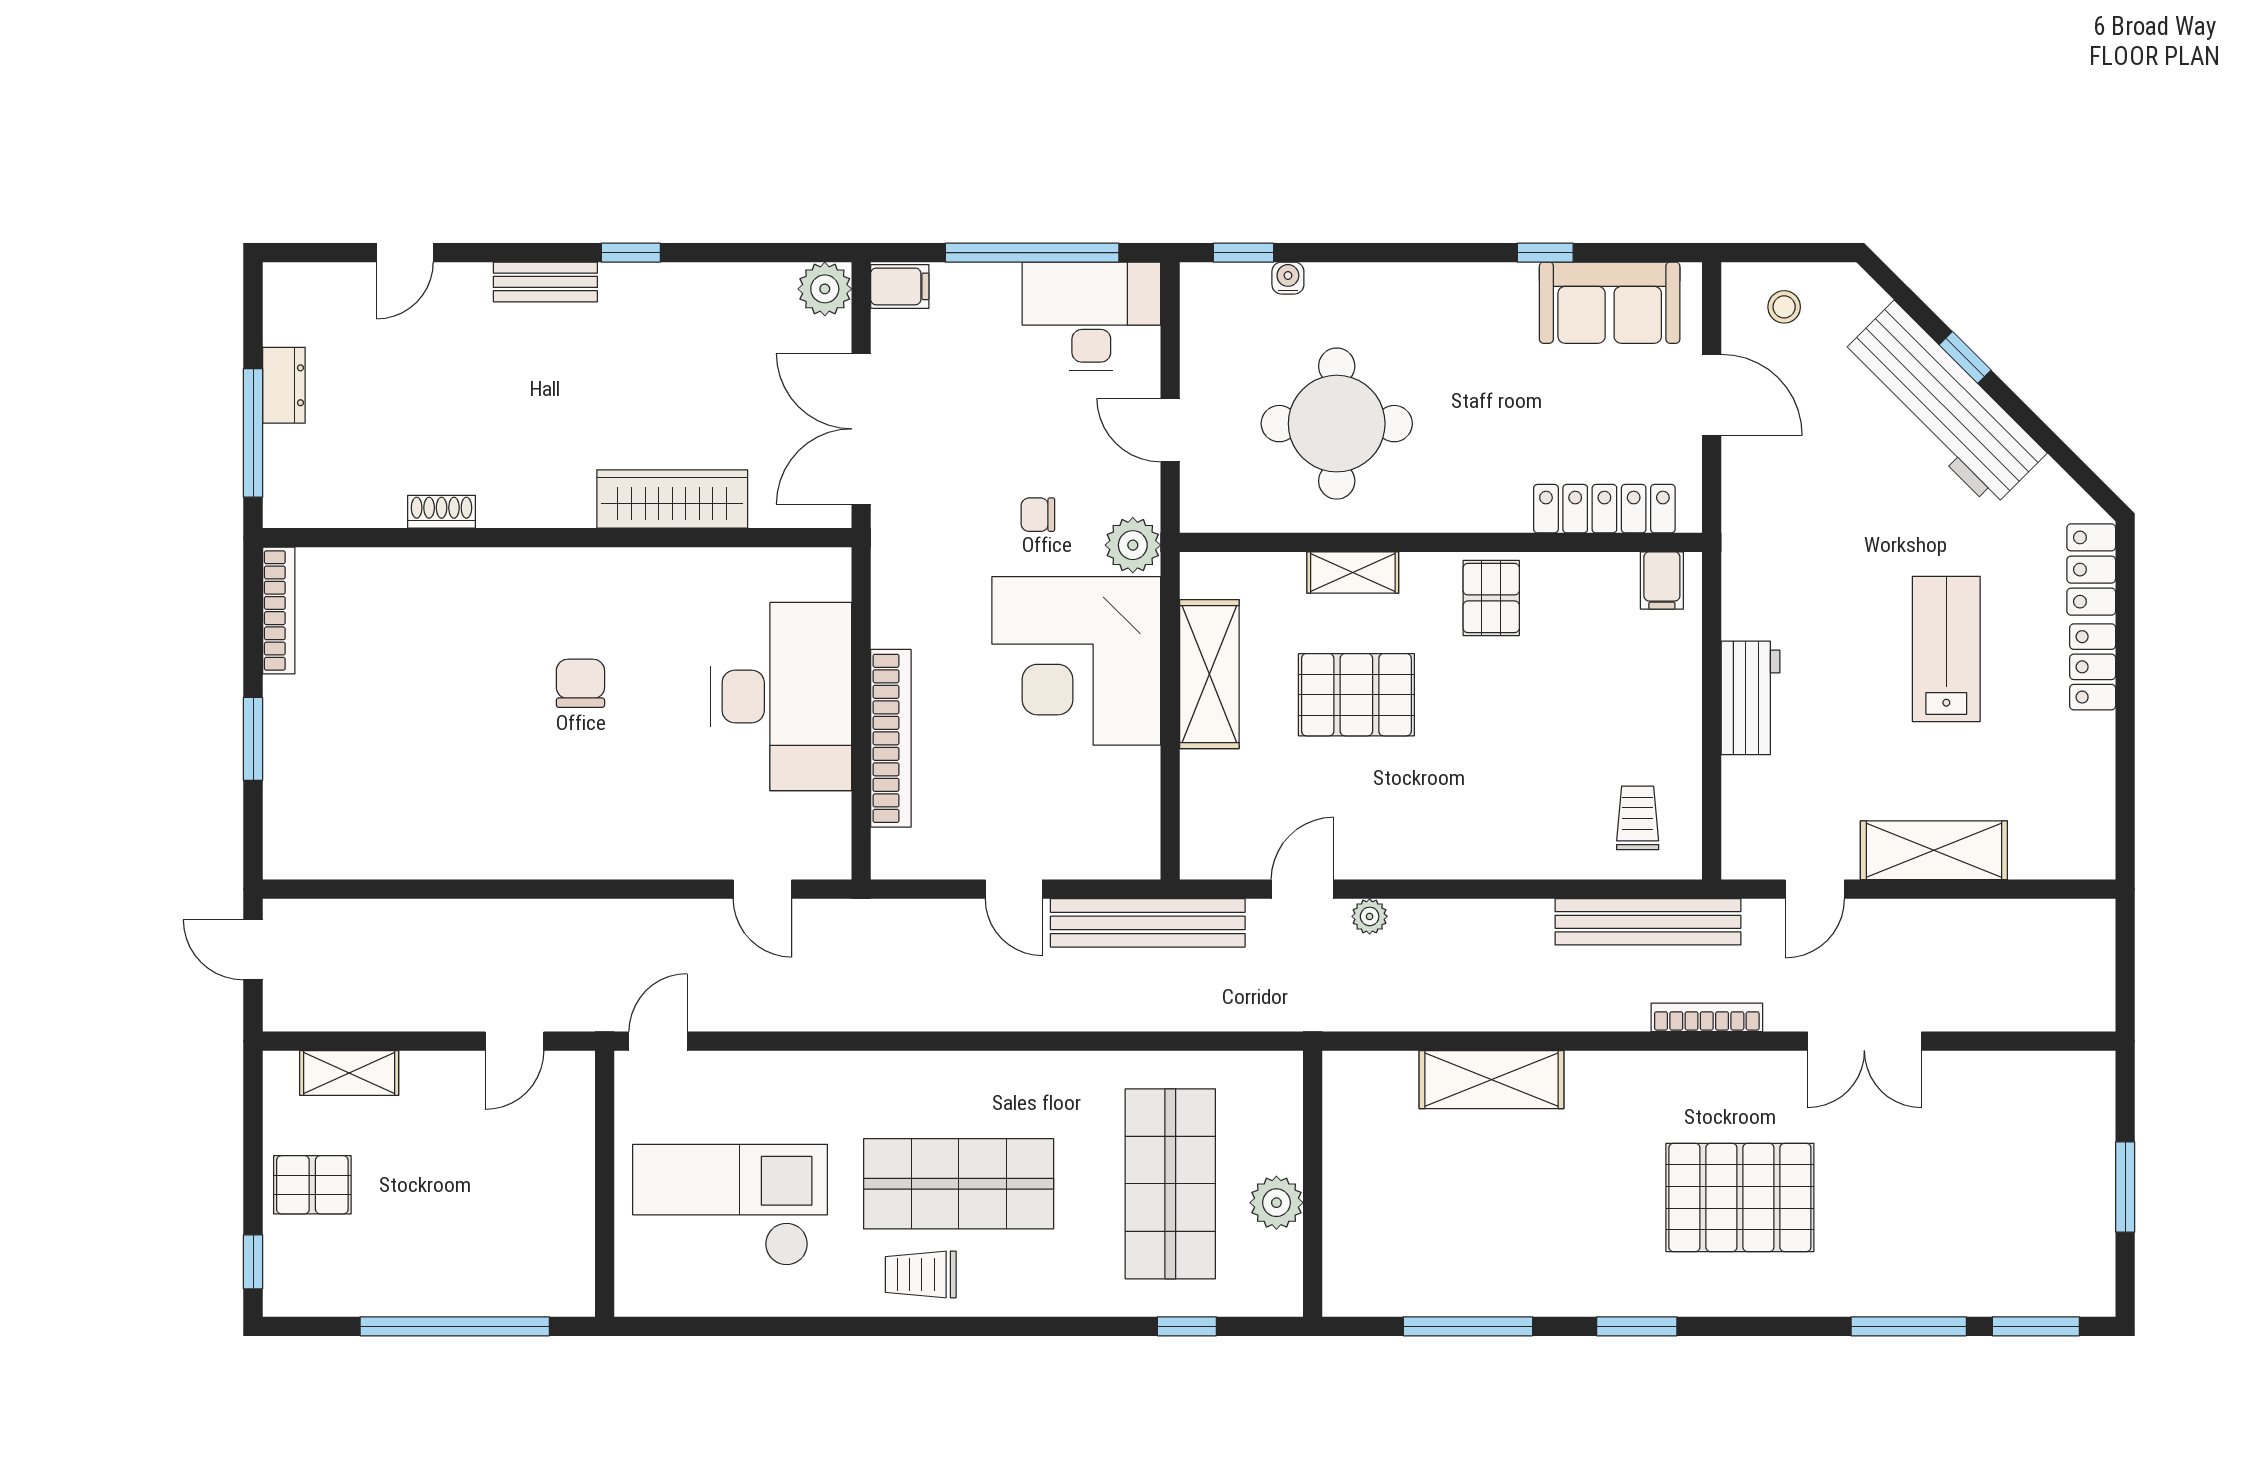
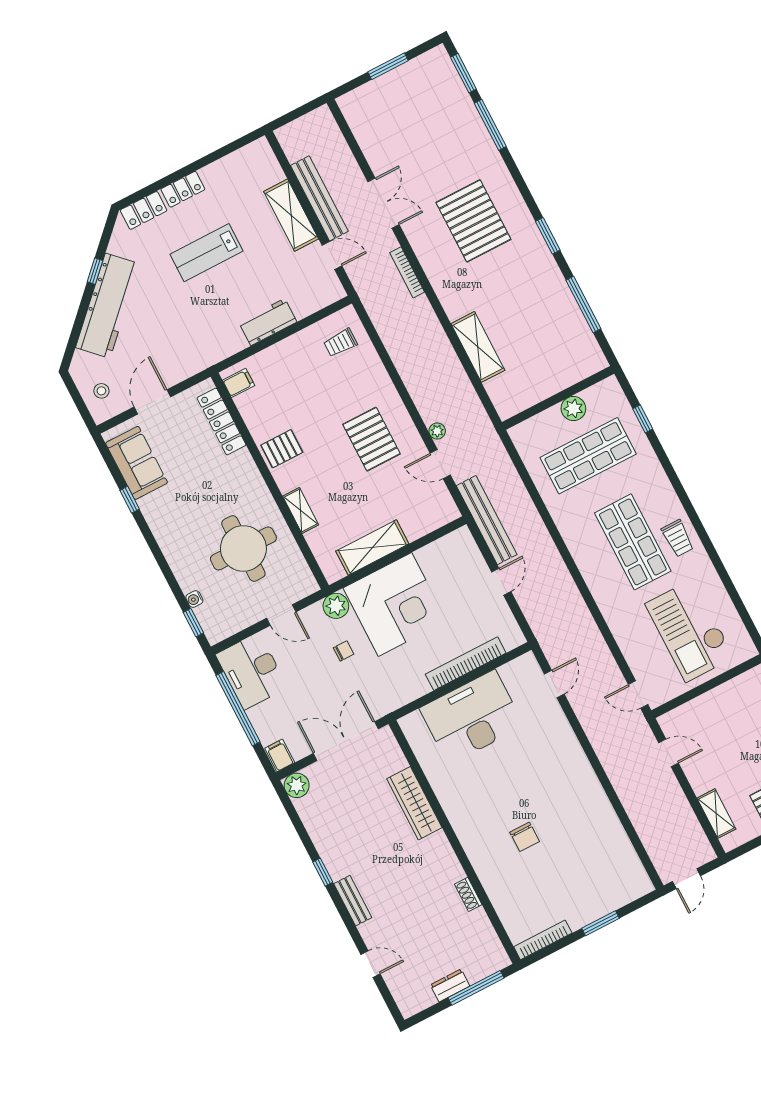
window: (1965, 357) -> (95, 271), moved
double door: (861, 429) -> (346, 741), swing flipped
door: (1170, 430) -> (281, 615), hinge flipped
chair: (1038, 515) -> (344, 651), turned -90
chair: (580, 683) -> (525, 837), moved, turned -90
pallet: (1356, 695) -> (371, 439), moved
bench: (1648, 922) -> (319, 198), moved

